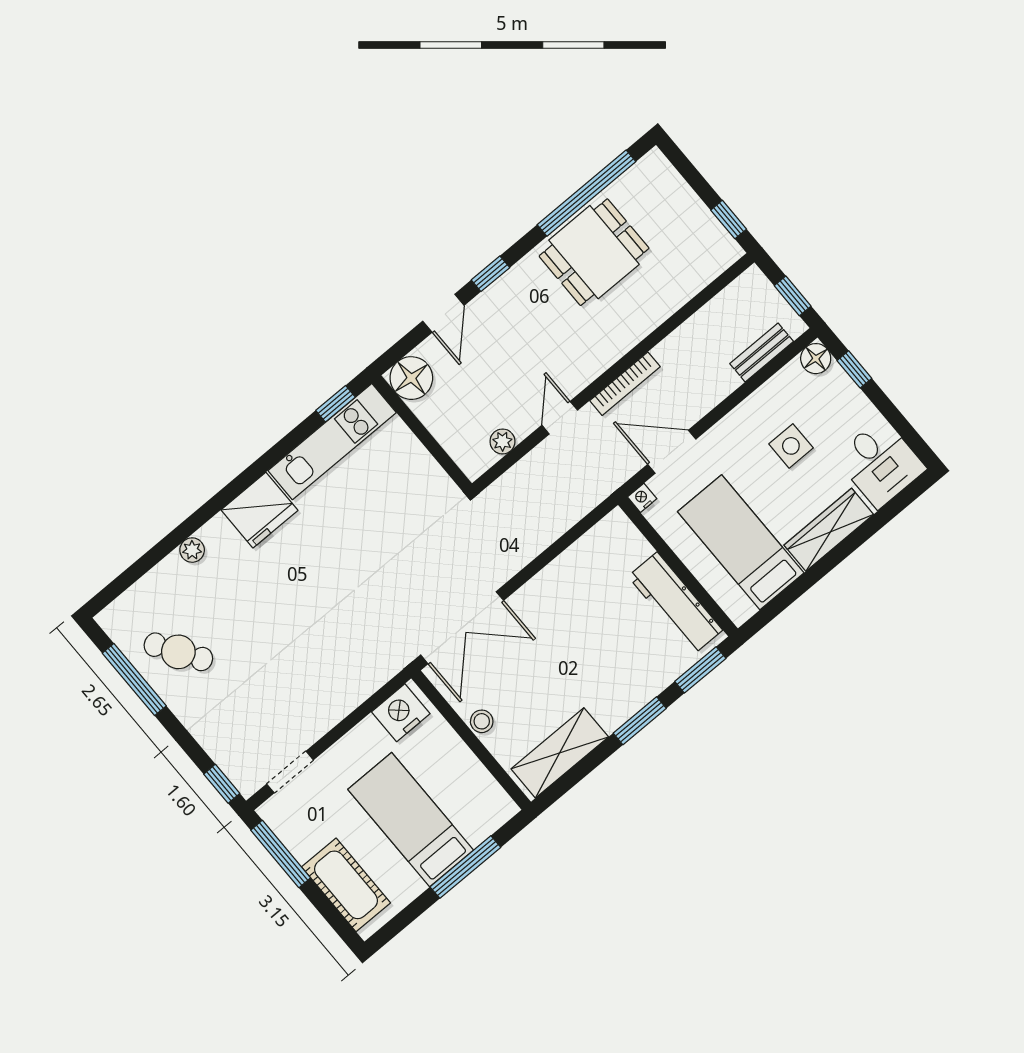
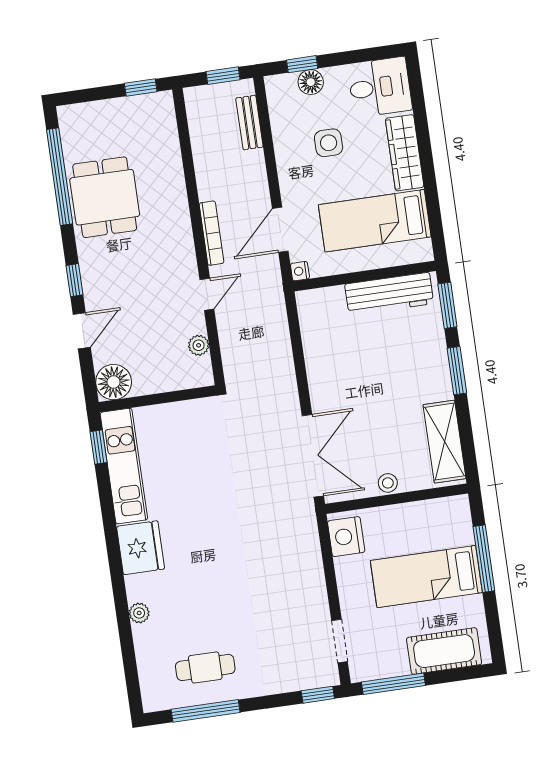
door: (443, 313) -> (82, 331), hinge flipped
floor lamp: (816, 359) -> (311, 82), moved
door: (560, 418) -> (207, 294), swing flipped
cafe table: (178, 652) -> (205, 667), turned 33

